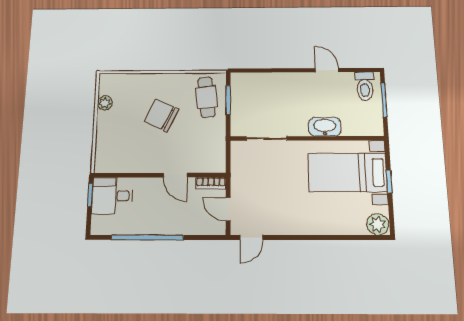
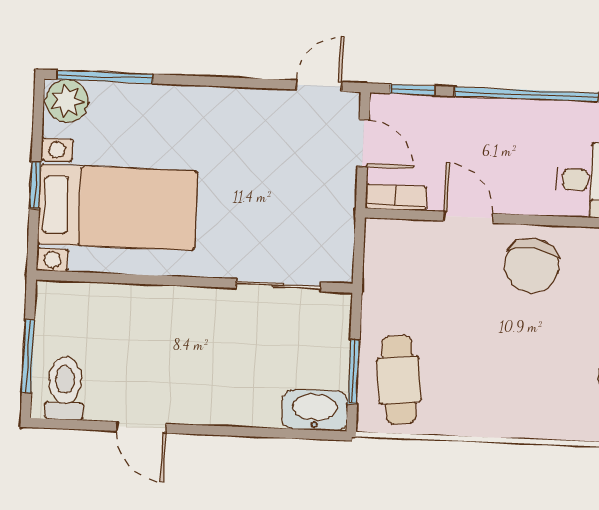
chair: (161, 115) -> (531, 266), moved, turned 72
washbasin: (325, 127) -> (315, 410), moved, turned 180
window: (205, 237) -> (412, 90), added
window: (360, 238) -> (105, 77), added

